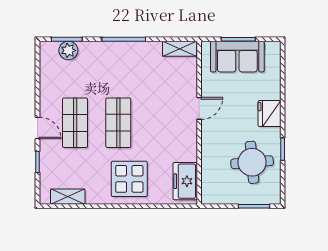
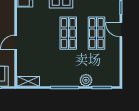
plant: (68, 50) -> (86, 80), moved

